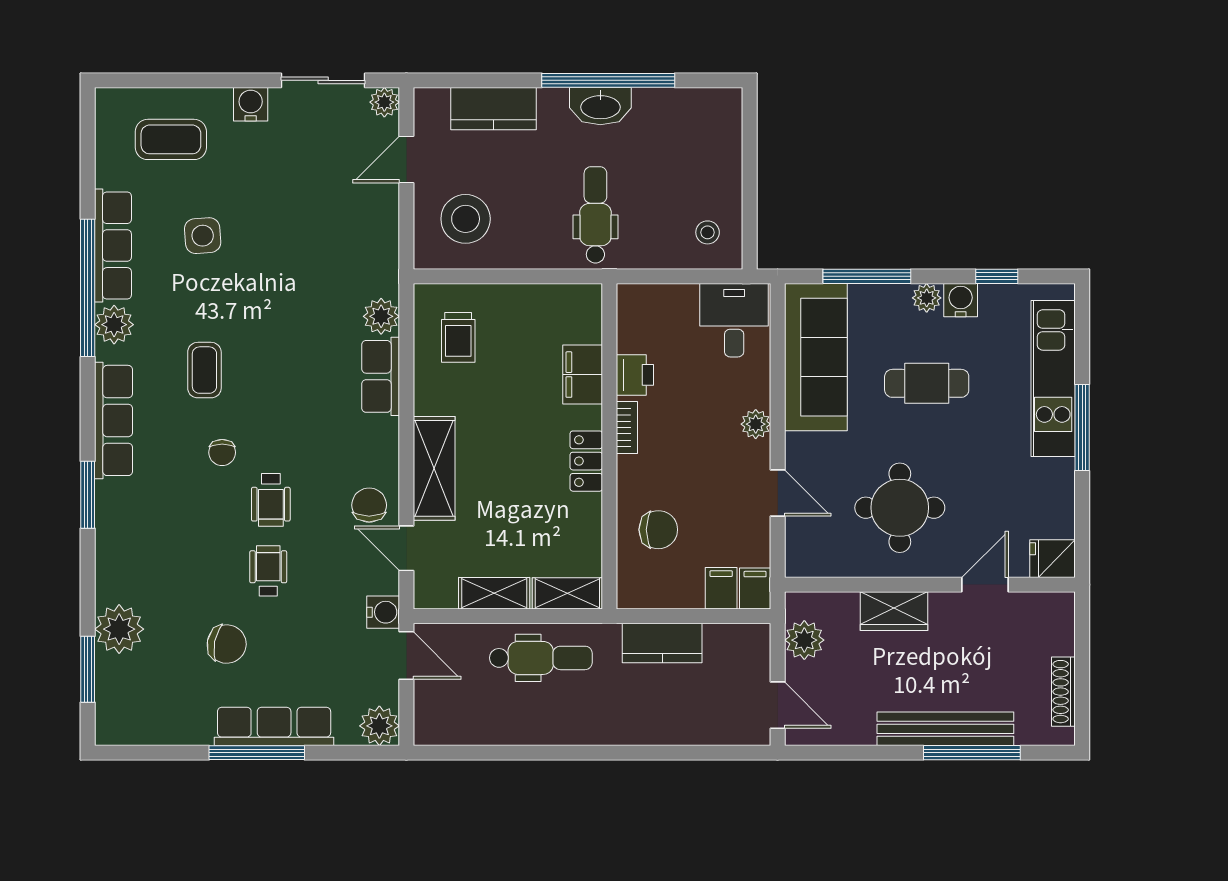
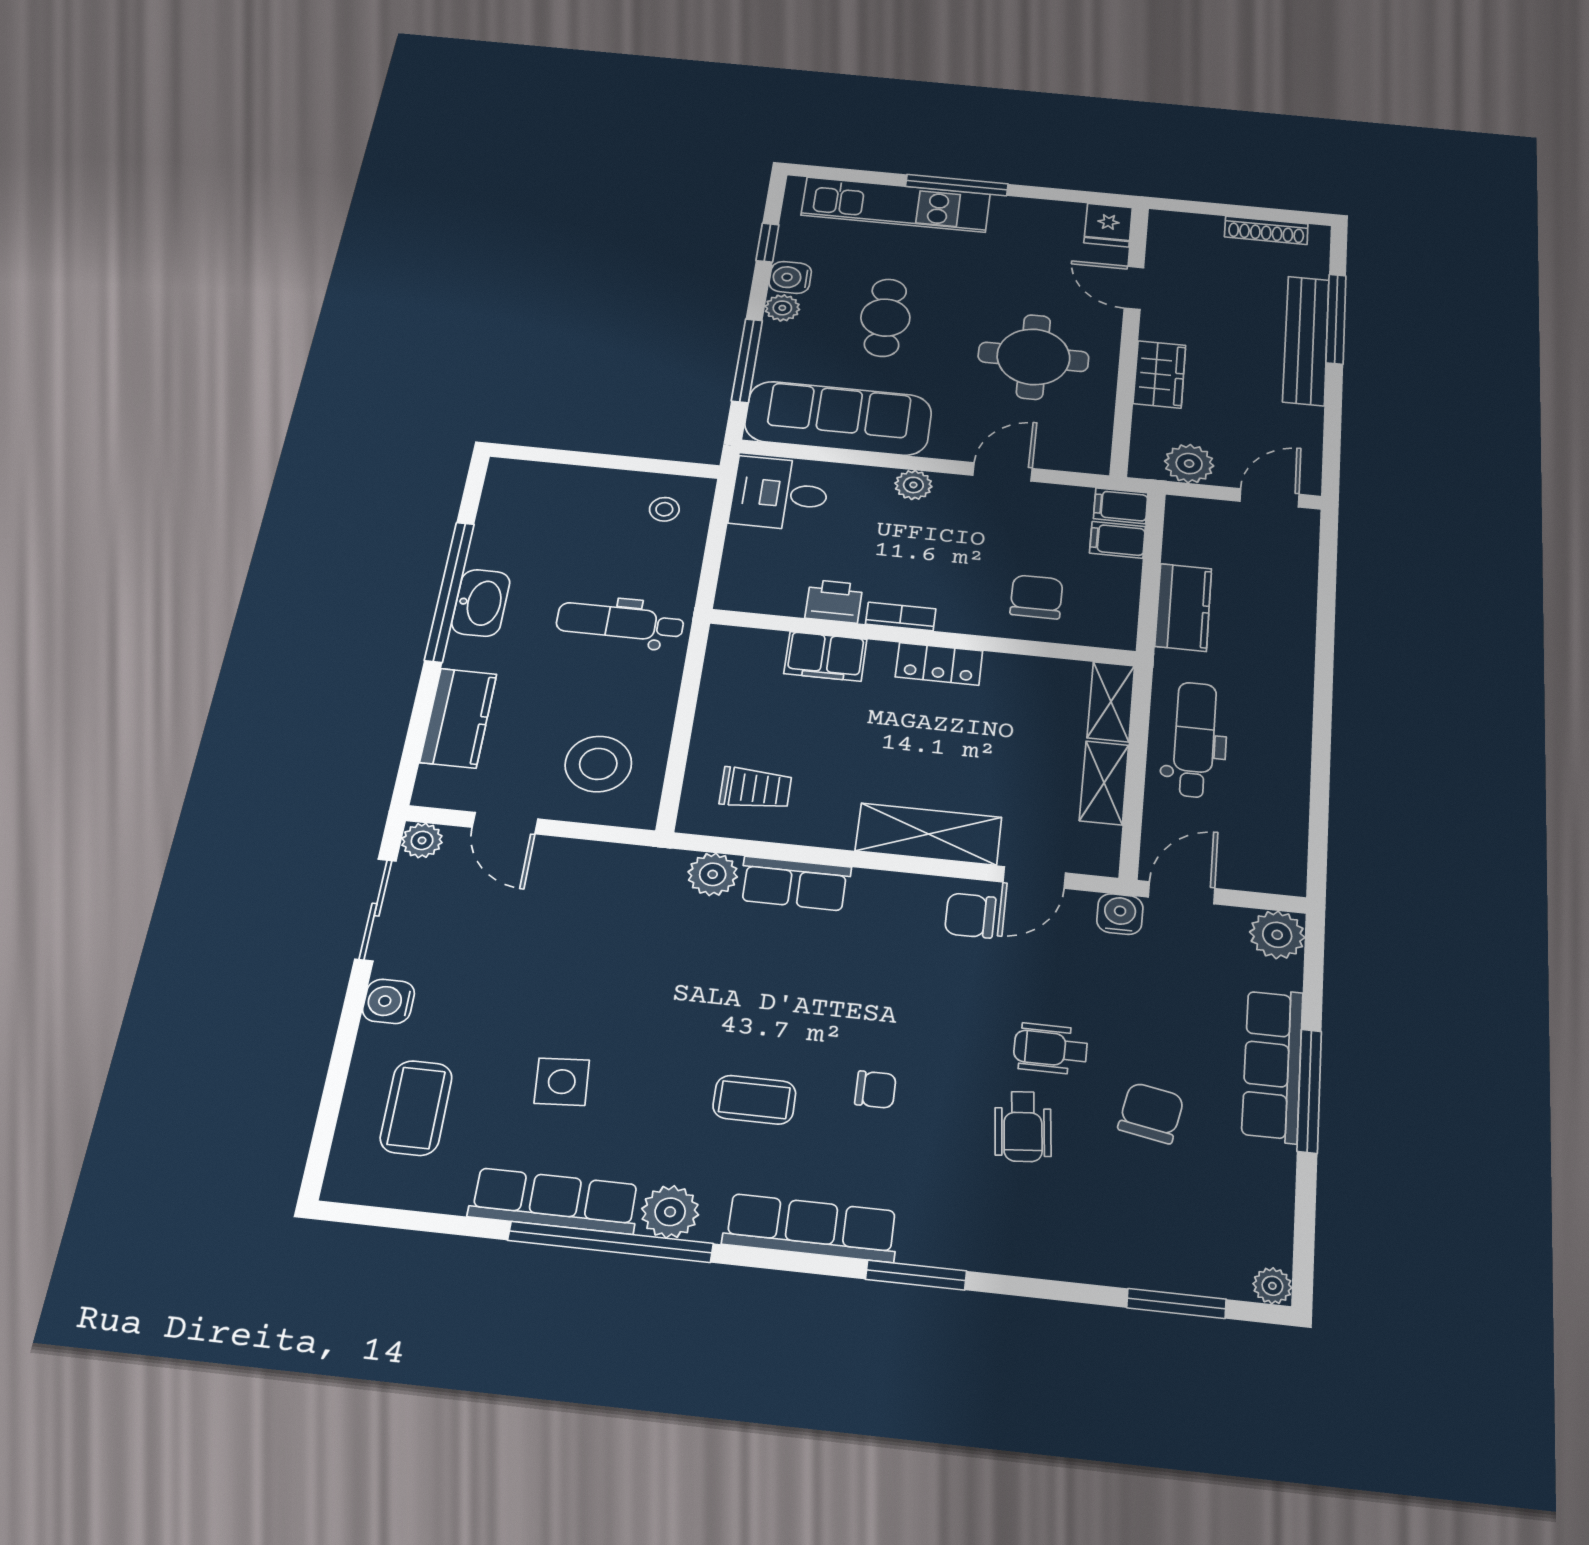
wheelchair: (271, 500) -> (1023, 1126), moved, turned 85
plant: (119, 629) -> (1272, 1286), moved, width x0.53, depth x0.53

